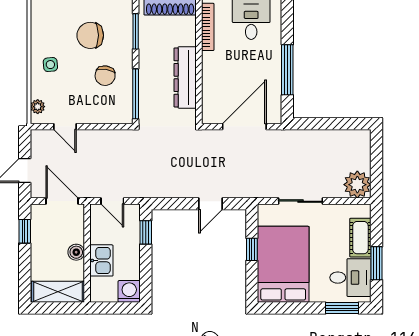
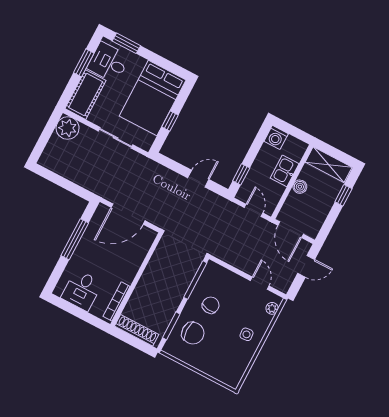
chair: (90, 35) -> (193, 333), moved
dresser: (185, 77) -> (153, 273), removed
door: (211, 204) -> (198, 179), moved
window: (25, 231) -> (343, 195), moved
cot: (360, 238) -> (86, 95), width x1.37, depth x1.34

